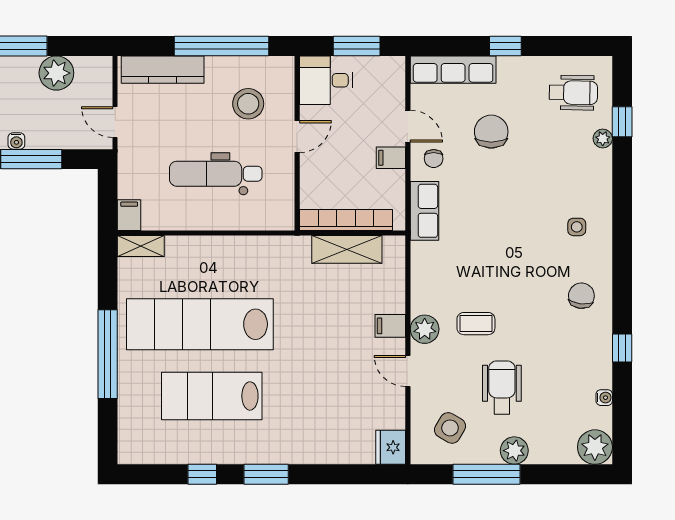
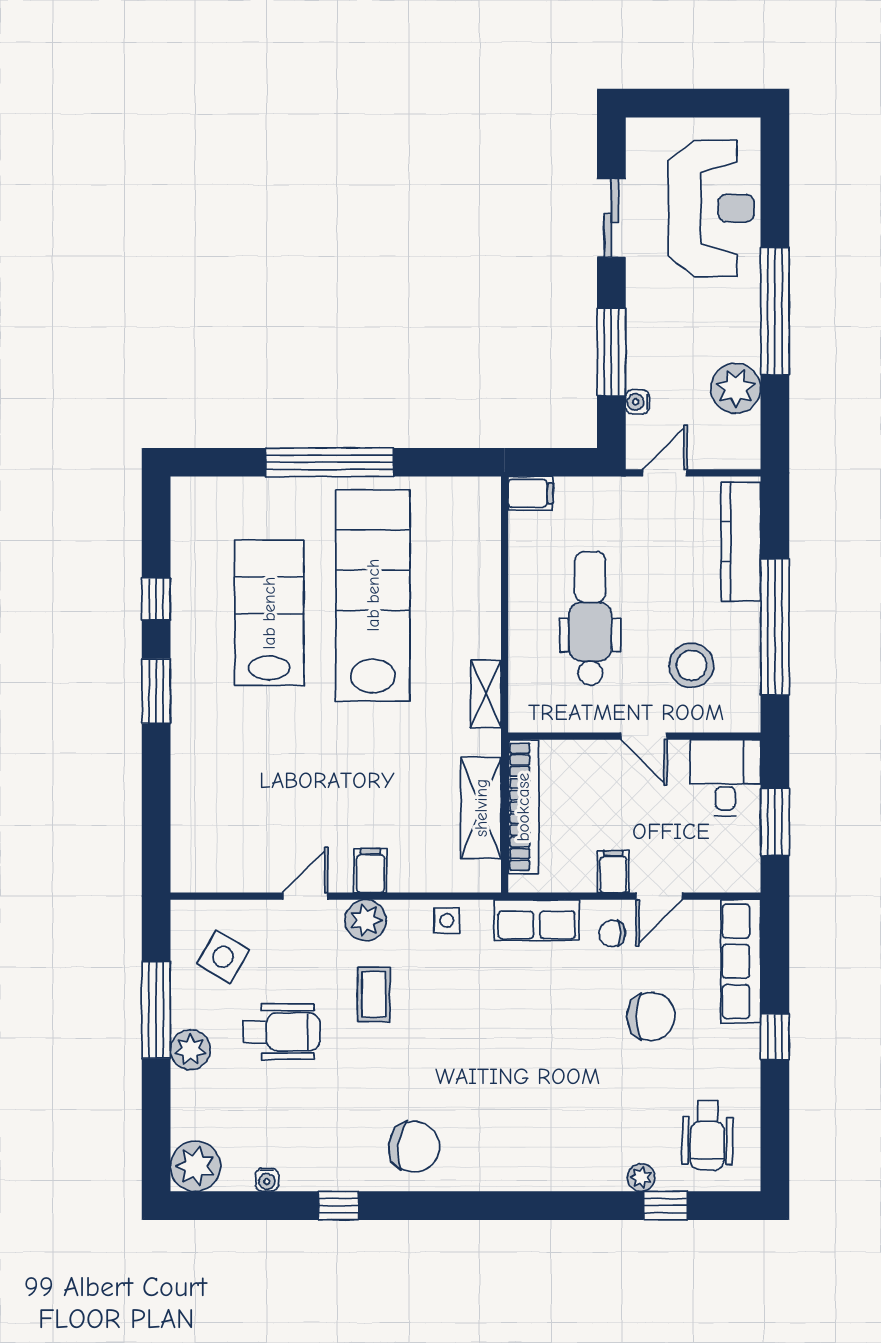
water cooler: (16, 141) -> (638, 402), moved
side table: (577, 227) -> (447, 921), moved
shelving: (141, 246) -> (486, 694), moved
chair: (581, 296) -> (414, 1147), width x1.37, depth x1.37
fridge: (391, 447) -> (195, 871), removed

